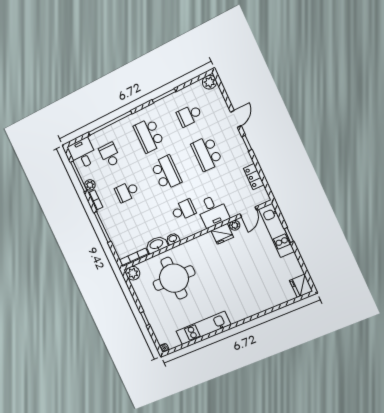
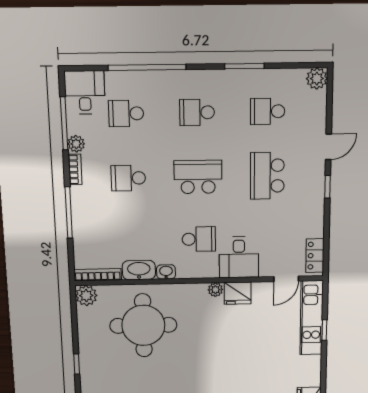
school desk: (149, 135) -> (197, 112), width x0.54
school desk: (110, 155) -> (126, 113), turned -90
school desk: (166, 173) -> (198, 177), turned -90
locker: (254, 177) -> (315, 256), moved
plant: (235, 225) -> (215, 290), moved

